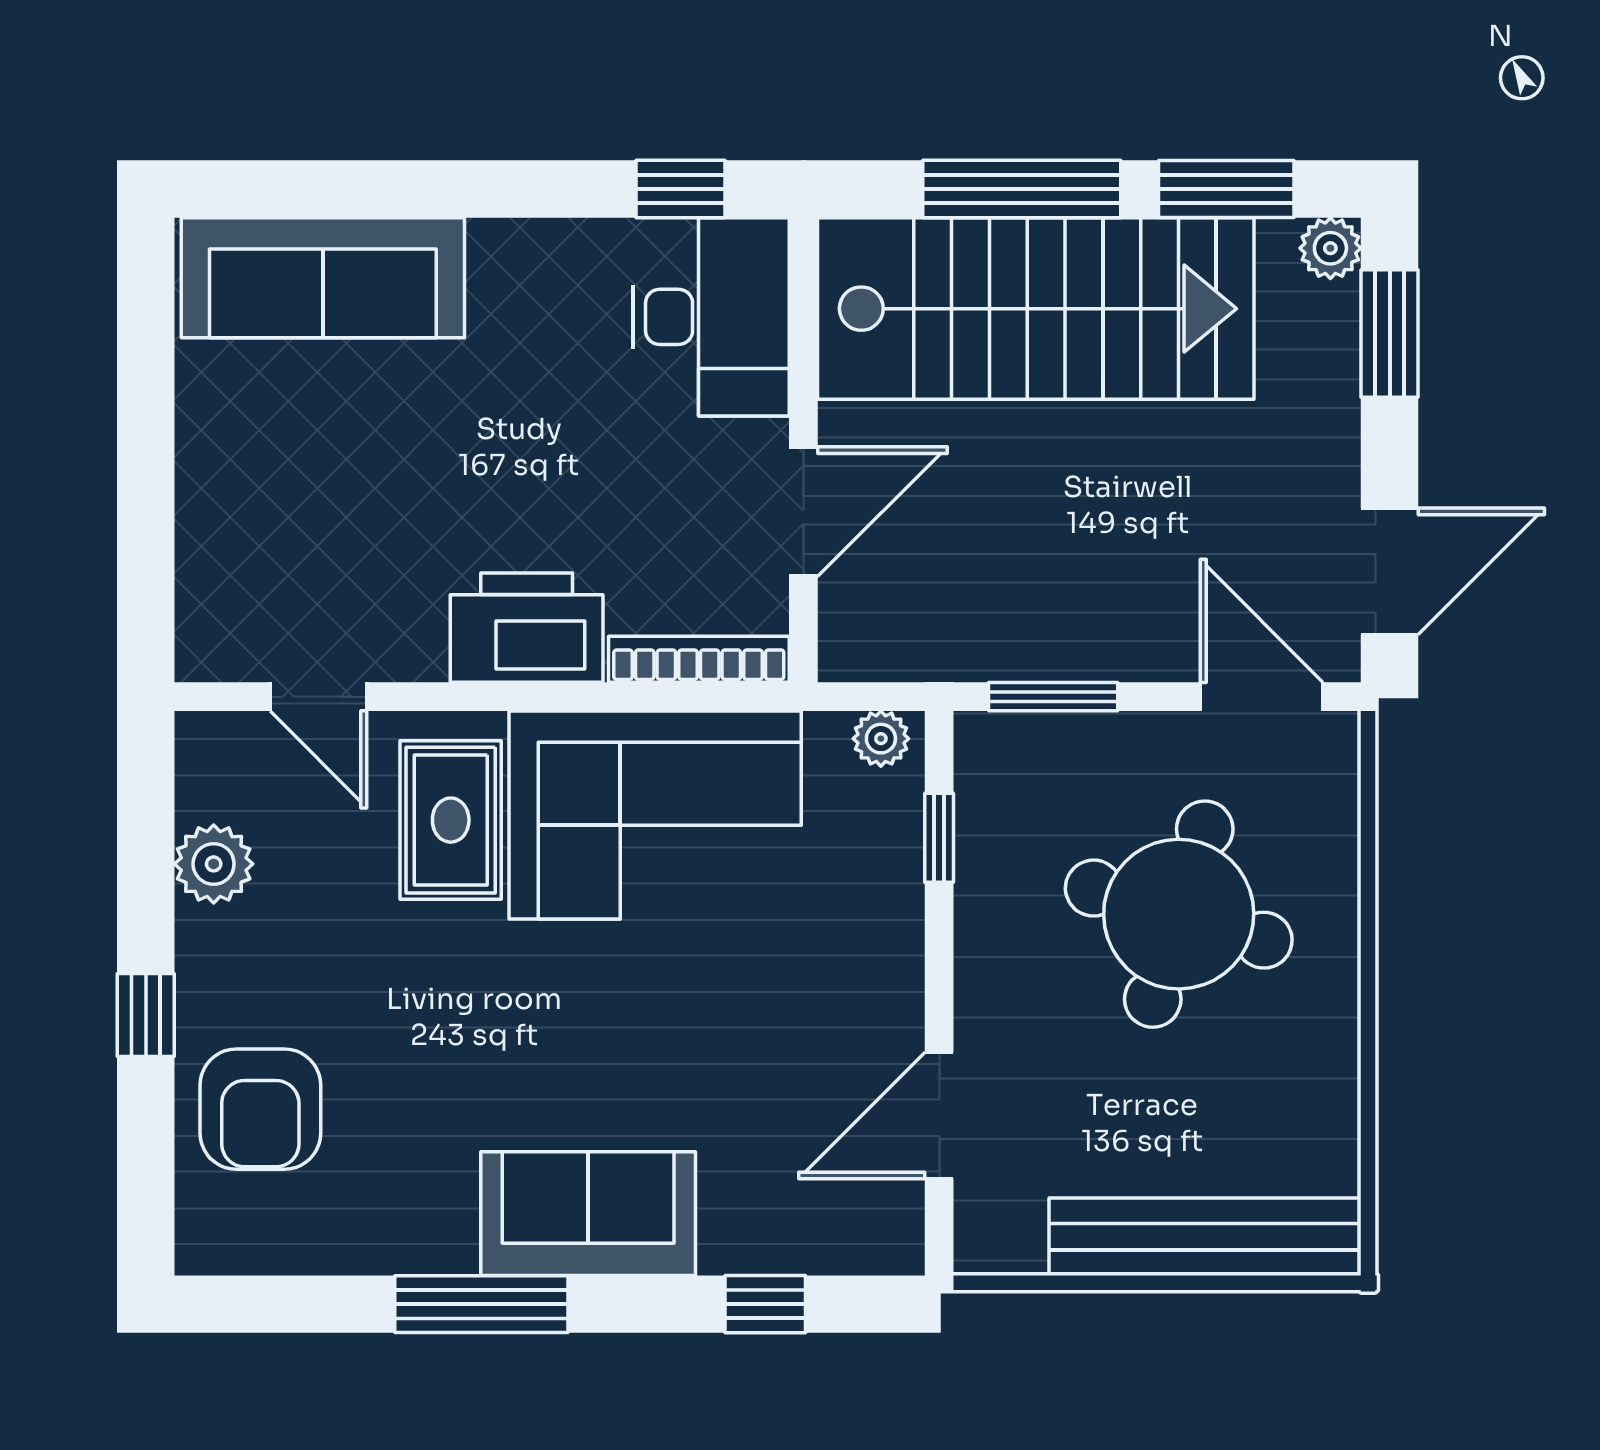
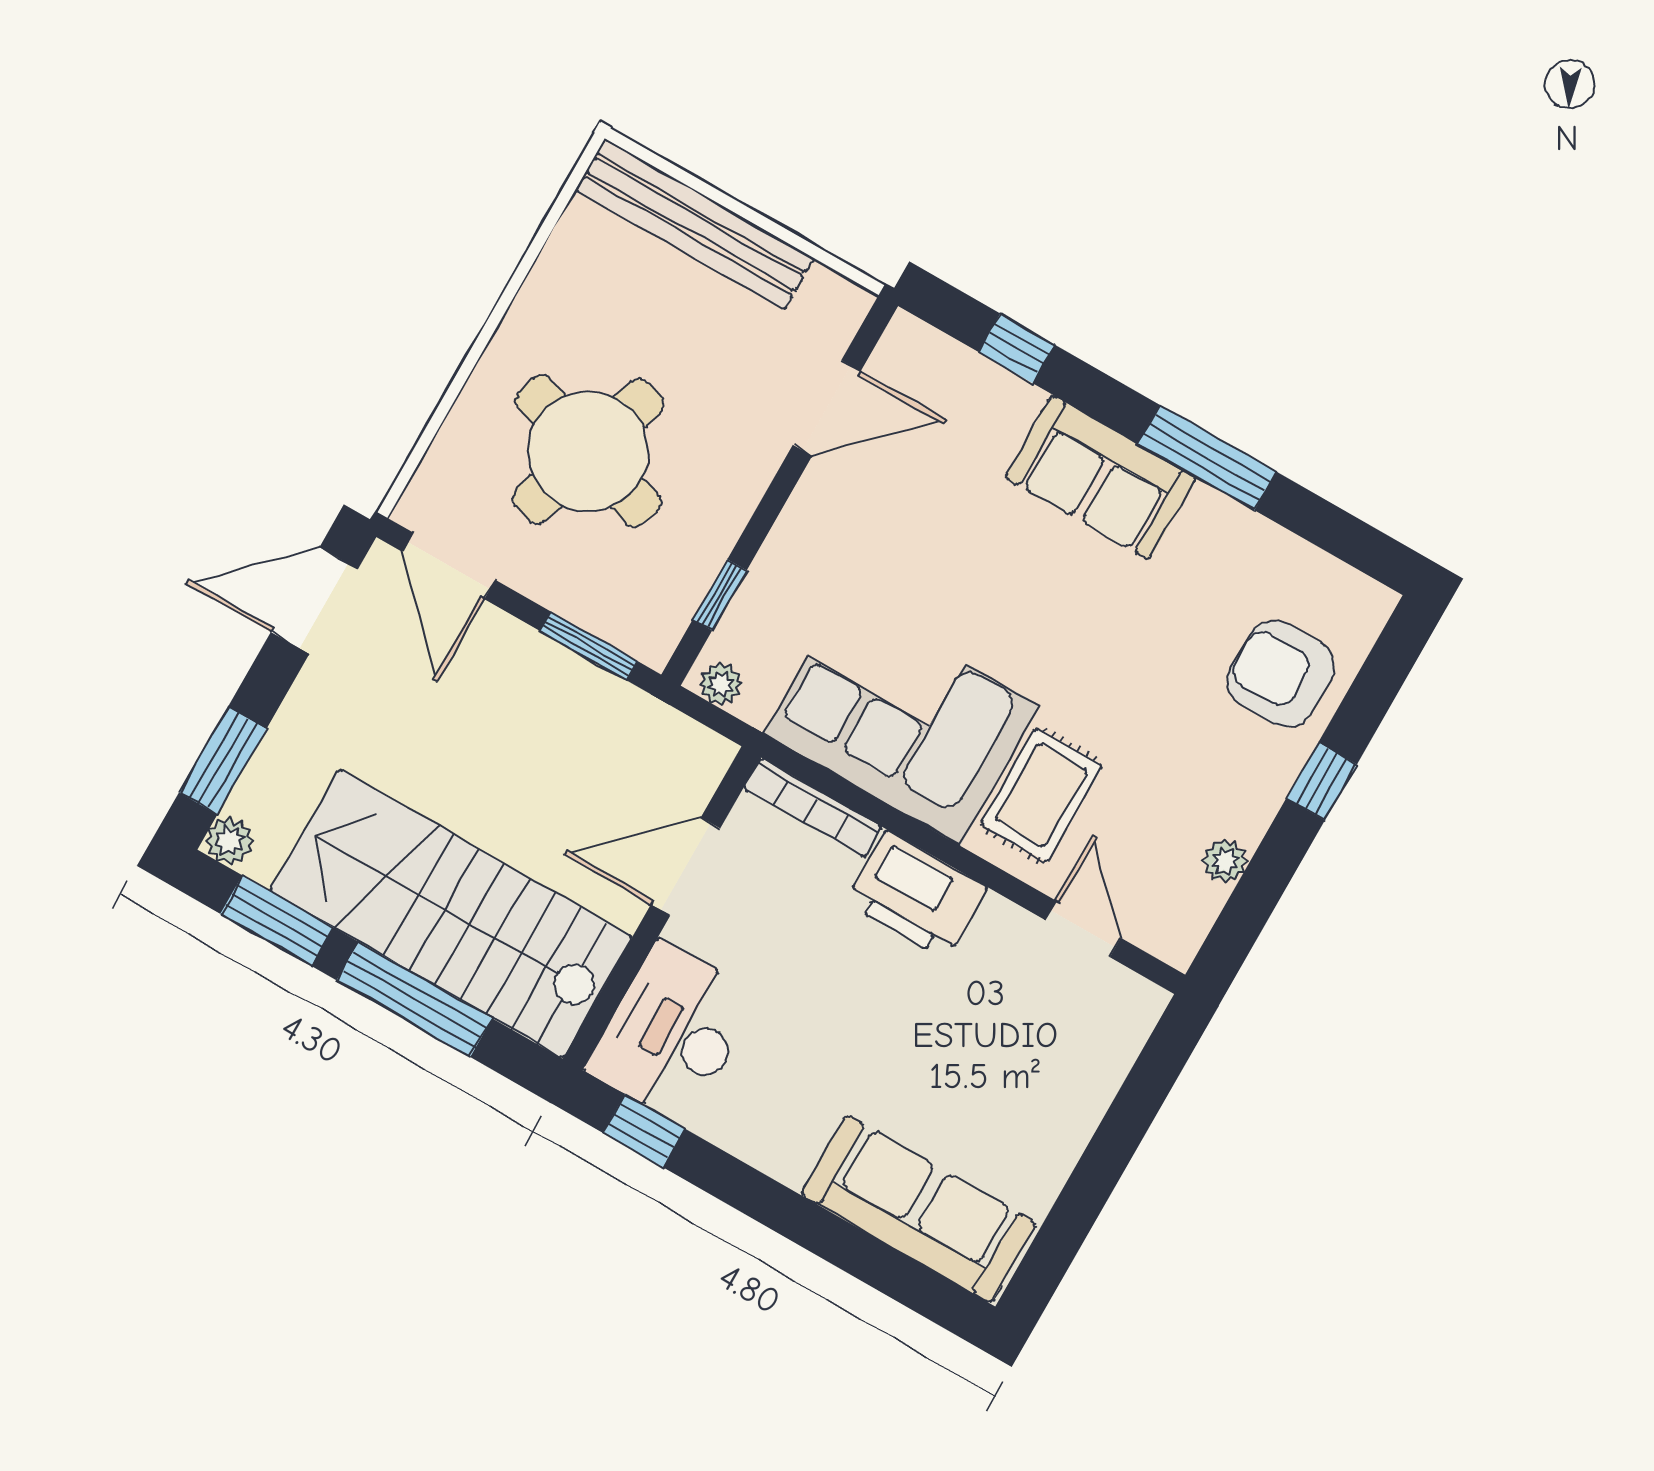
plant: (214, 864) -> (1225, 861), width x0.73, depth x0.73
armchair: (260, 1109) -> (1281, 674), turned -90

